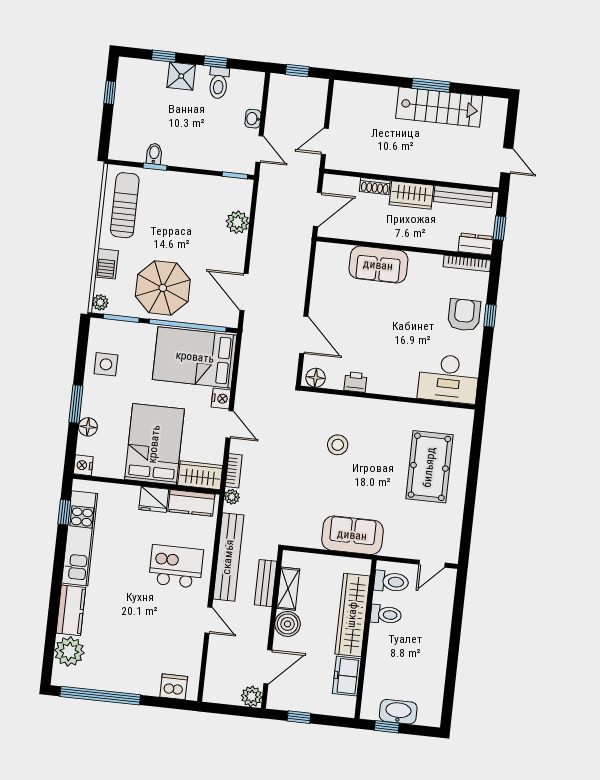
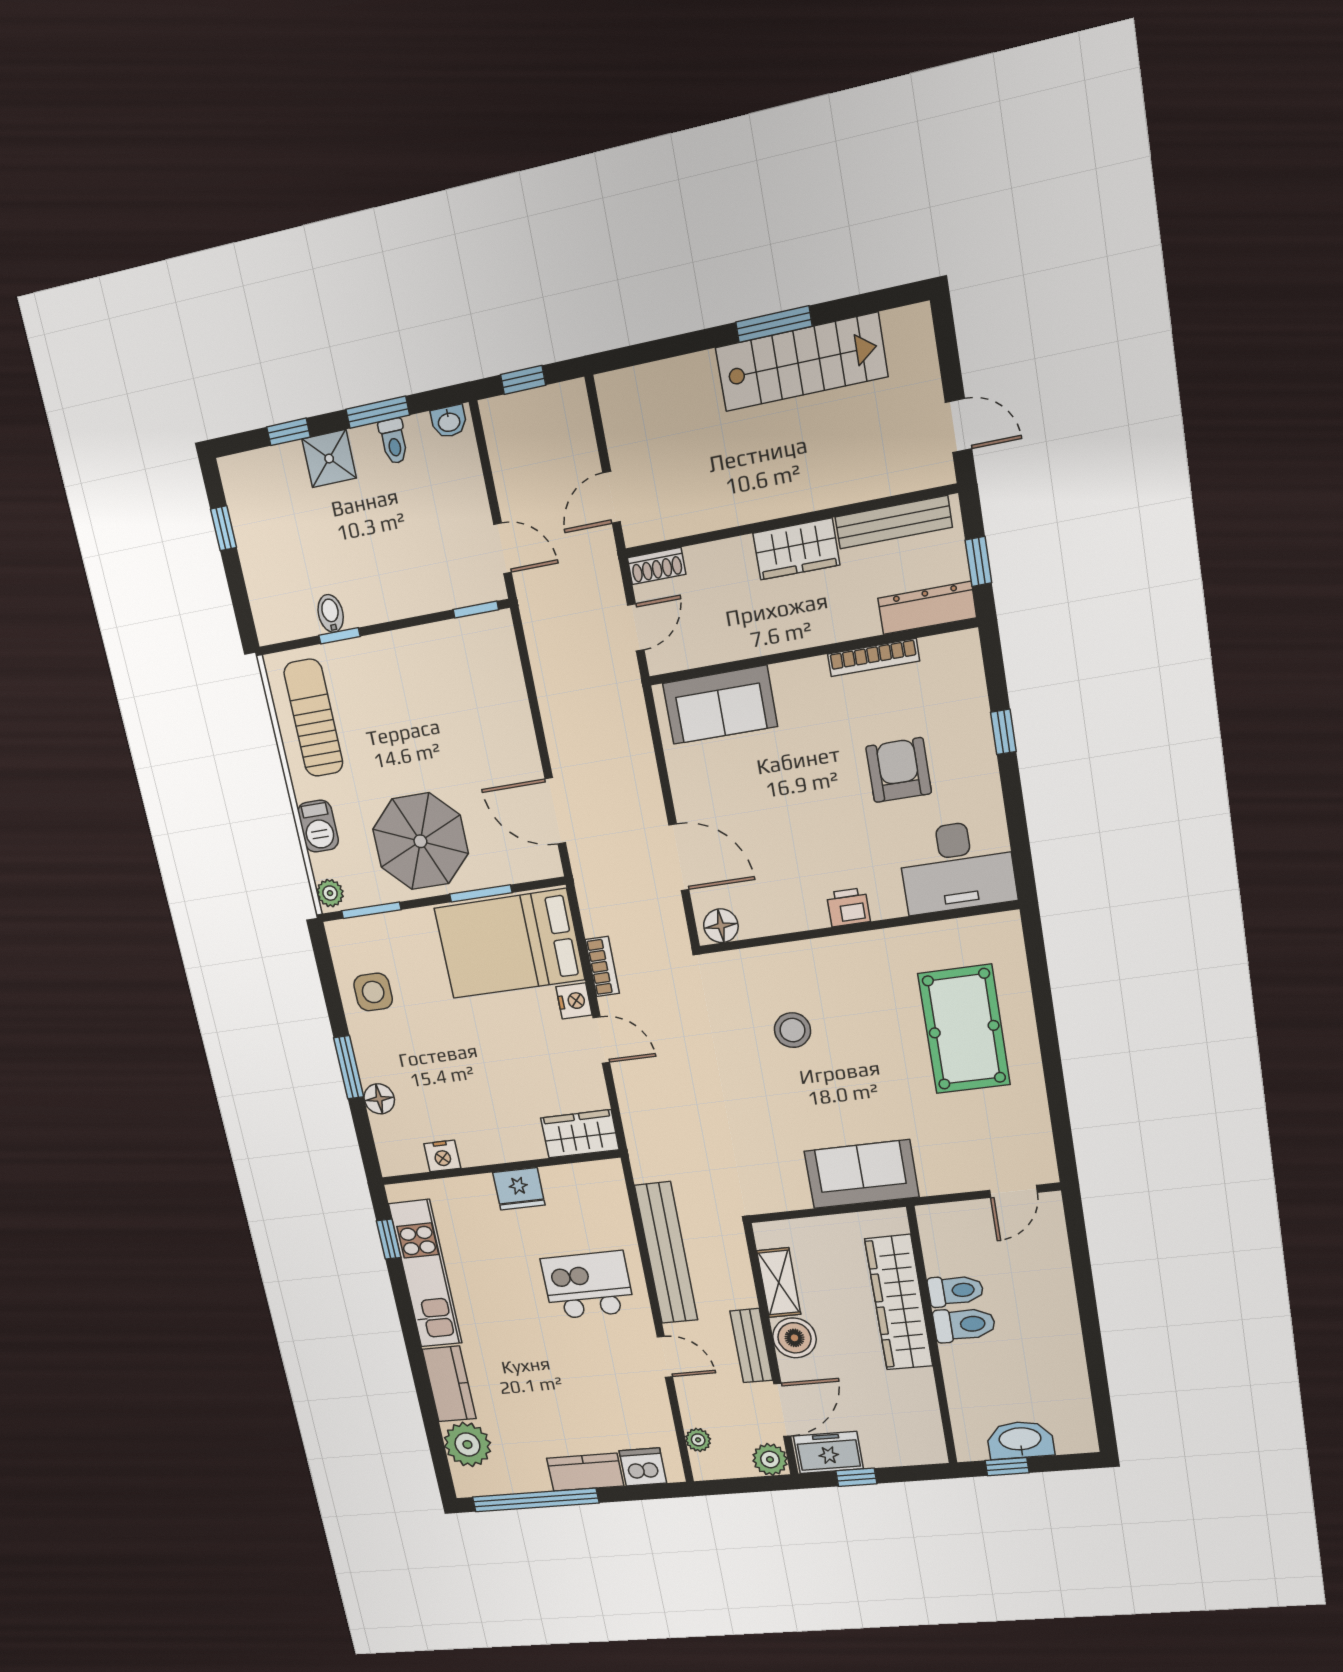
window: (216, 62) -> (378, 412), width x1.50
toilet: (219, 83) -> (394, 441), width x0.73, depth x0.72
washbasin: (253, 119) -> (449, 421), moved, turned -90
shoe rack: (375, 186) -> (656, 566), moved
door: (317, 209) -> (636, 627), width x0.73
plant: (237, 222) -> (506, 692), removed
dresser: (476, 244) -> (927, 608), width x1.44
bookcase: (467, 263) -> (873, 658), moved
sofa: (378, 265) -> (720, 705), moved
armchair: (464, 315) -> (899, 770), moved
window: (188, 325) -> (481, 893), width x0.47
printer: (355, 382) -> (848, 907), moved
bed: (154, 444) -> (491, 1101), removed
nightstand: (83, 465) -> (442, 1156), moved, turned -90
bookcase: (234, 471) -> (602, 967), moved
plant: (232, 497) -> (698, 1440), moved
kitchen counter: (191, 503) -> (585, 1472), moved, turned 180
toilet: (391, 582) -> (964, 1325), moved
bench: (266, 583) -> (751, 1346), moved
freezer: (347, 676) -> (828, 1452), moved, turned 90

